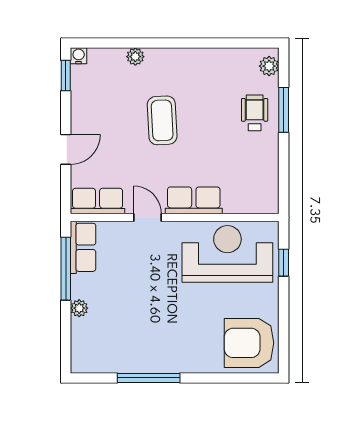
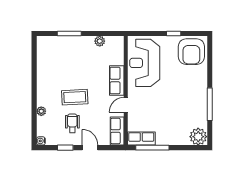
plant: (269, 66) -> (100, 41), moved
window: (66, 76) -> (65, 148), moved
wheelchair: (255, 113) -> (72, 123), moved, turned 90
window: (284, 263) -> (174, 33), moved
plant: (79, 308) -> (198, 137), moved, width x1.88, depth x1.88

